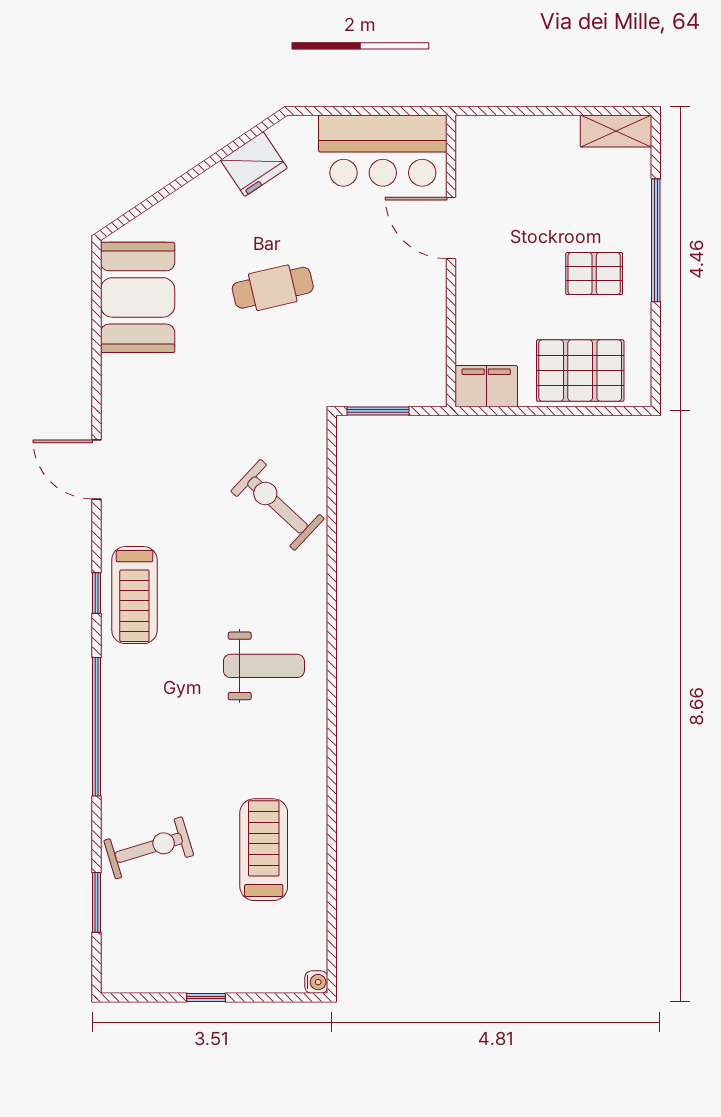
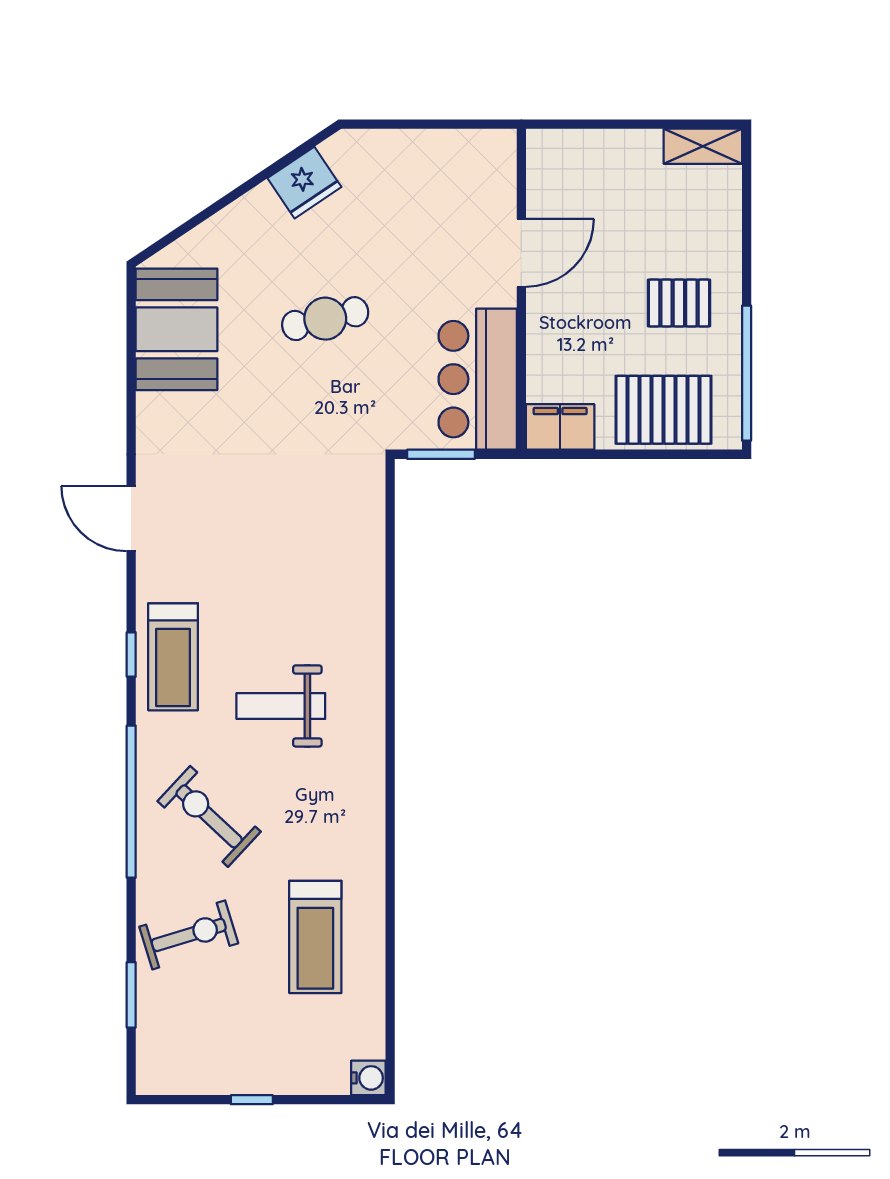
bar counter: (383, 151) -> (478, 379), moved, turned 90
door: (451, 228) -> (521, 253), swing flipped
window: (656, 240) -> (747, 373), moved
exercise bike: (277, 505) -> (209, 816), moved
weight bench: (264, 666) -> (281, 706), moved, turned 180
treadmill: (264, 850) -> (315, 937), turned 180
water cooler: (316, 982) -> (368, 1078), width x1.38, depth x1.38

